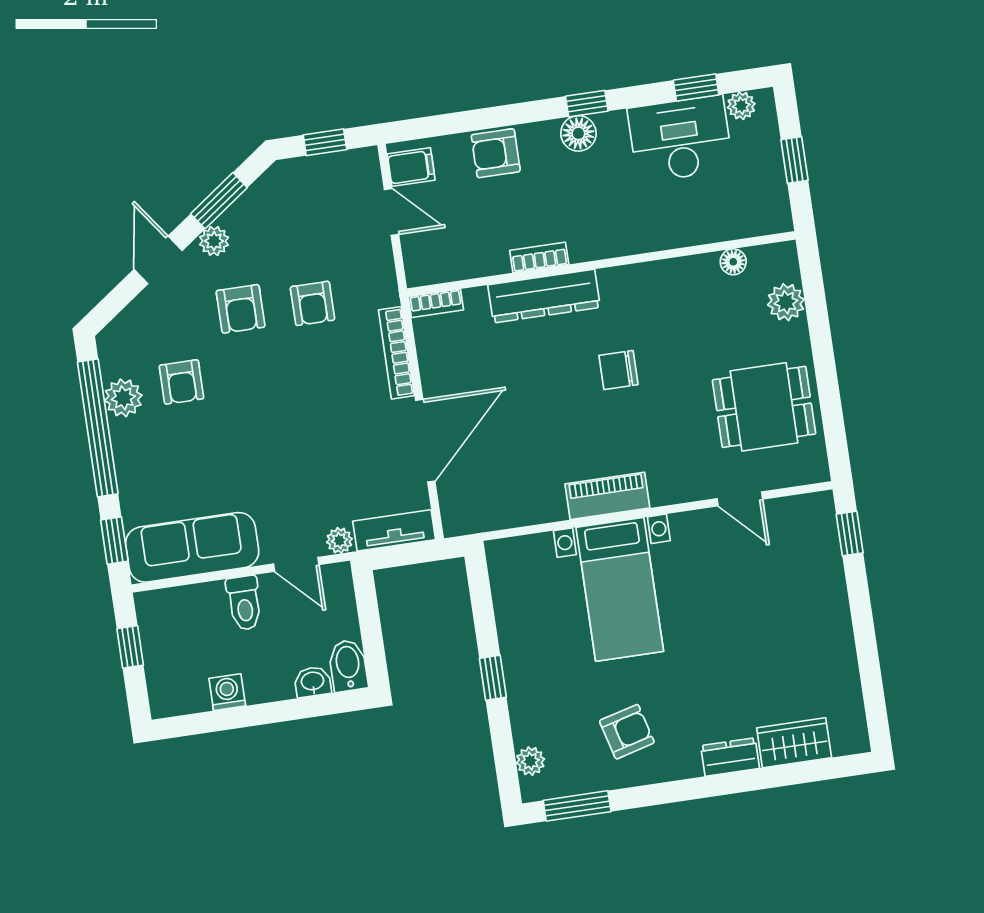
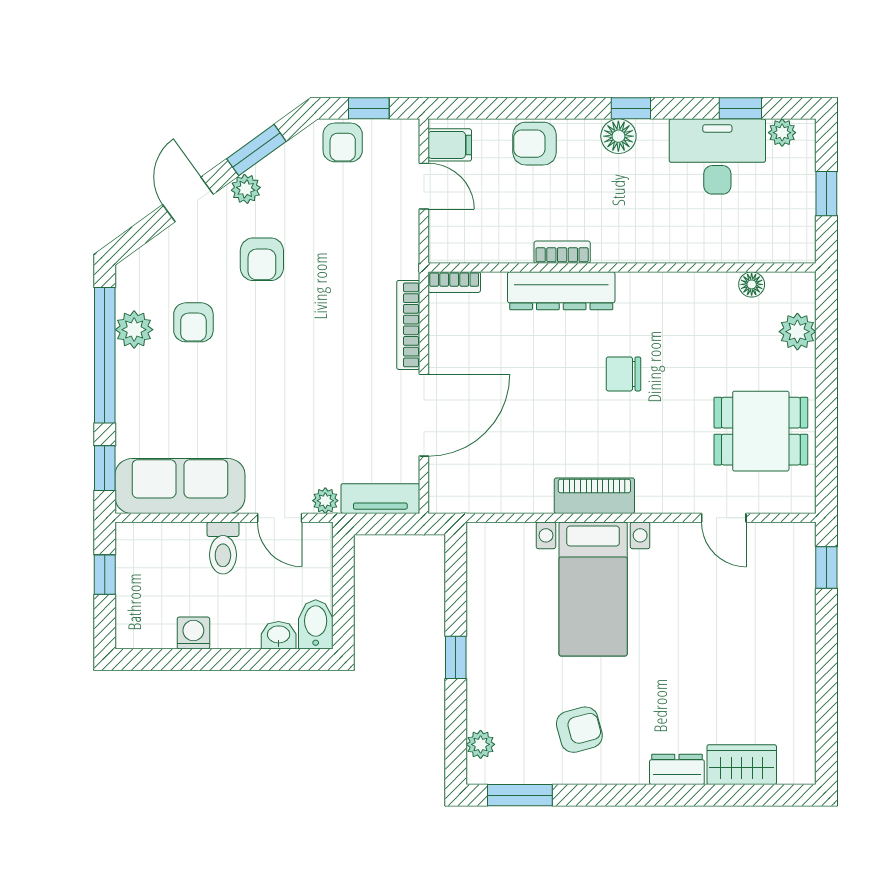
armchair: (312, 303) -> (343, 142), moved

